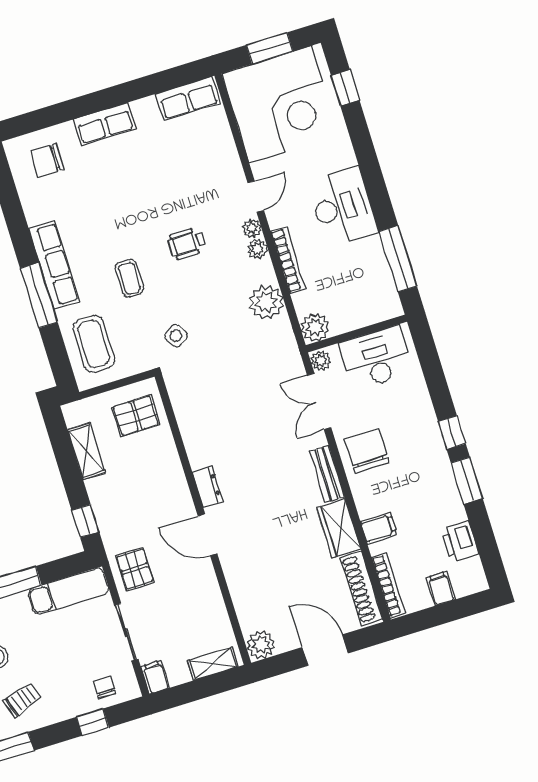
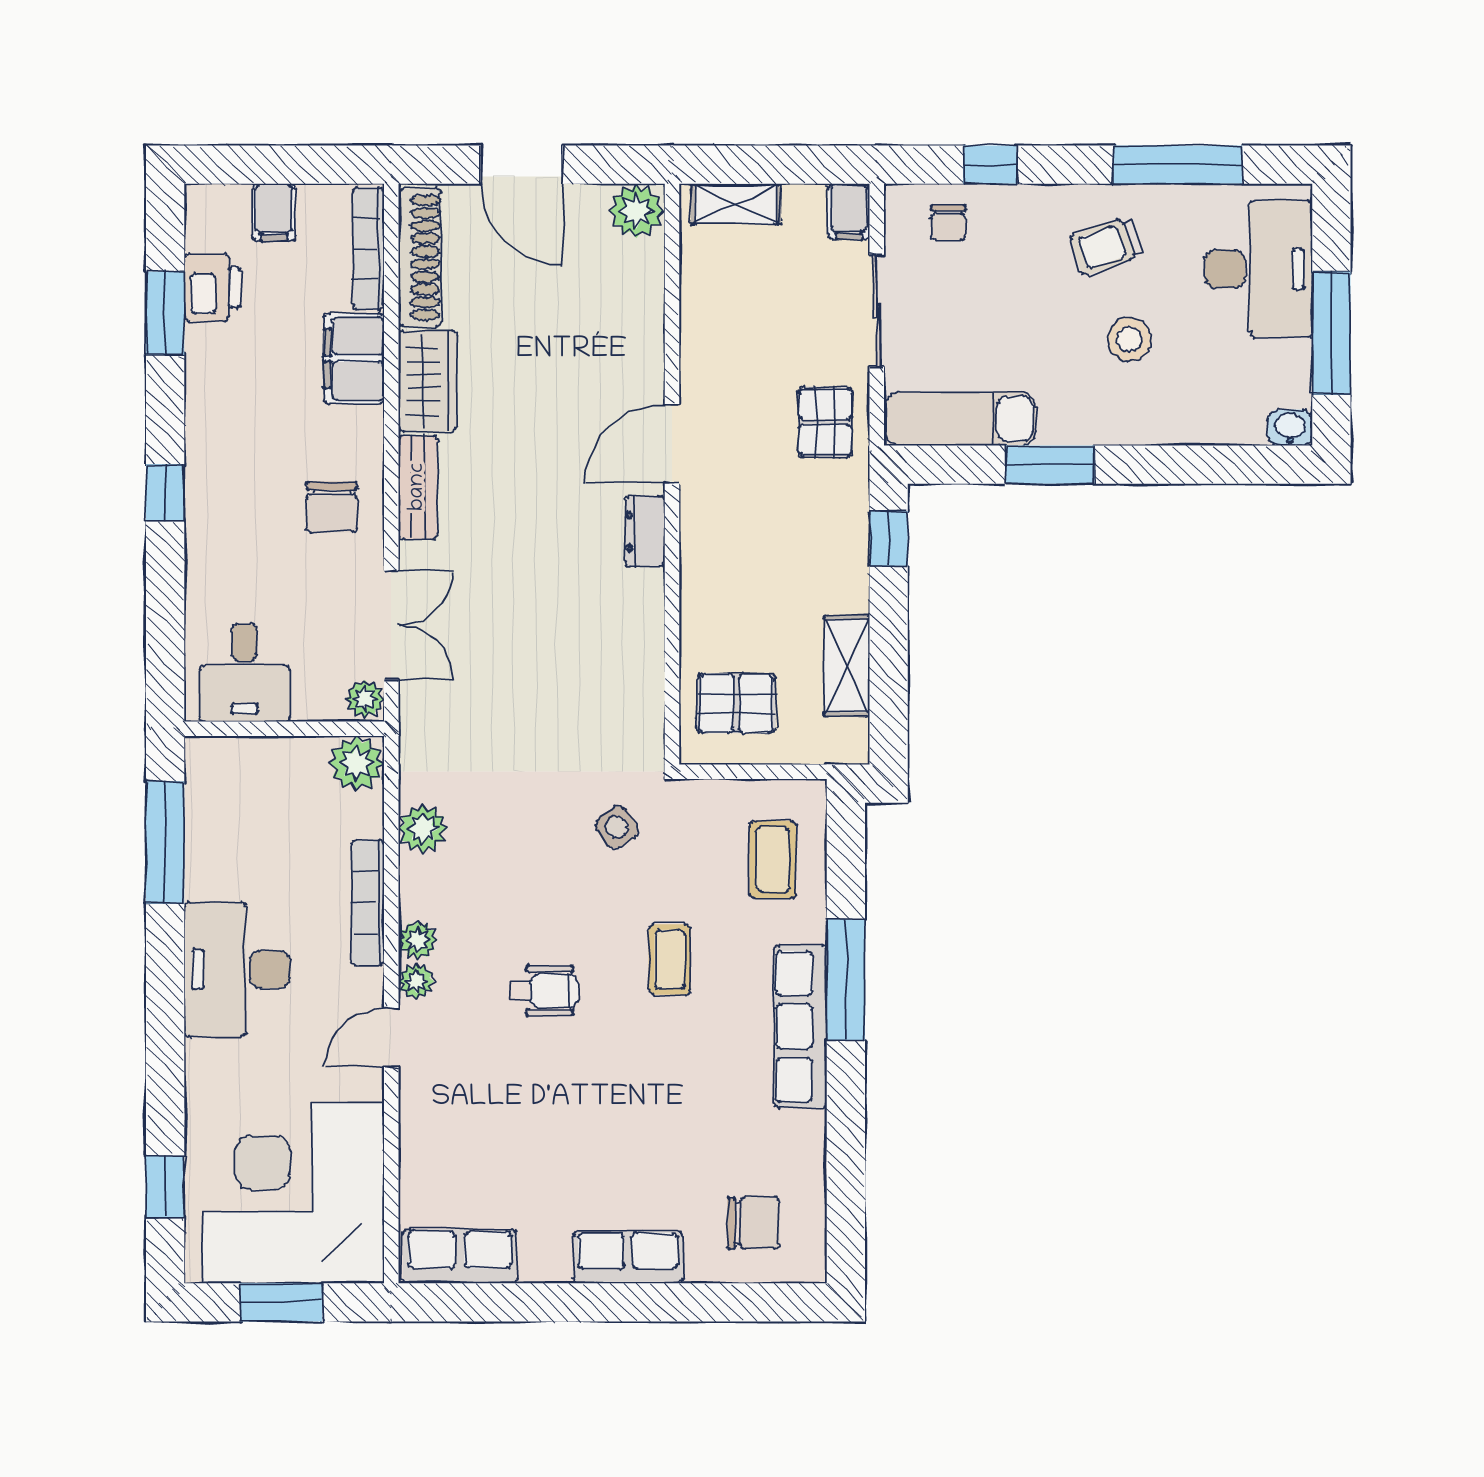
plant: (266, 302) -> (423, 829), width x0.73, depth x0.73
coffee table: (94, 344) -> (773, 859), width x0.73, depth x0.77
desk: (376, 358) -> (244, 673), width x0.73
chair: (367, 451) -> (332, 507), width x0.73, depth x0.73
window: (467, 481) -> (165, 313), moved
filing cabinet: (379, 528) -> (354, 359), width x2.00
door: (208, 535) -> (672, 444), swing flipped

